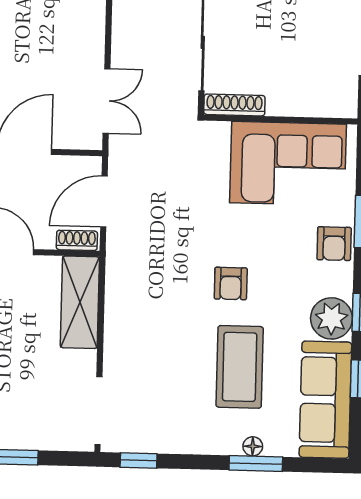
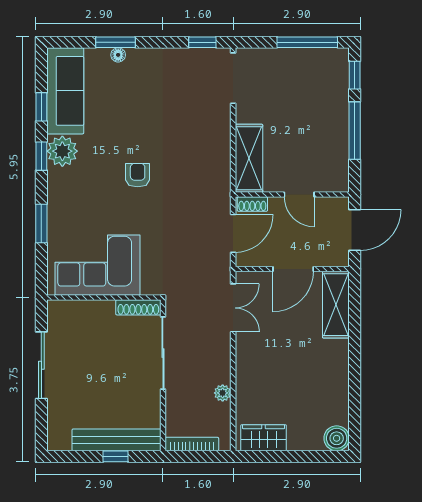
double door: (107, 101) -> (233, 308), swing flipped
armchair: (334, 244) -> (62, 207), removed
coffee table: (240, 367) -> (129, 114), removed

